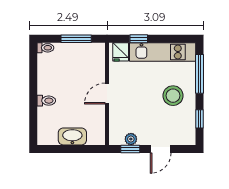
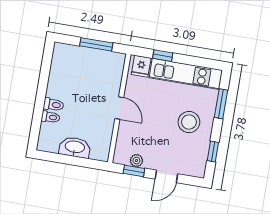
toilet: (45, 48) -> (51, 117), moved
window: (200, 74) -> (221, 104), width x0.69
door: (107, 94) -> (119, 108), swing flipped

